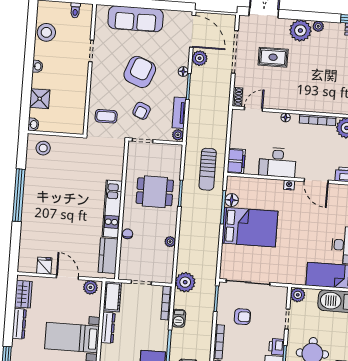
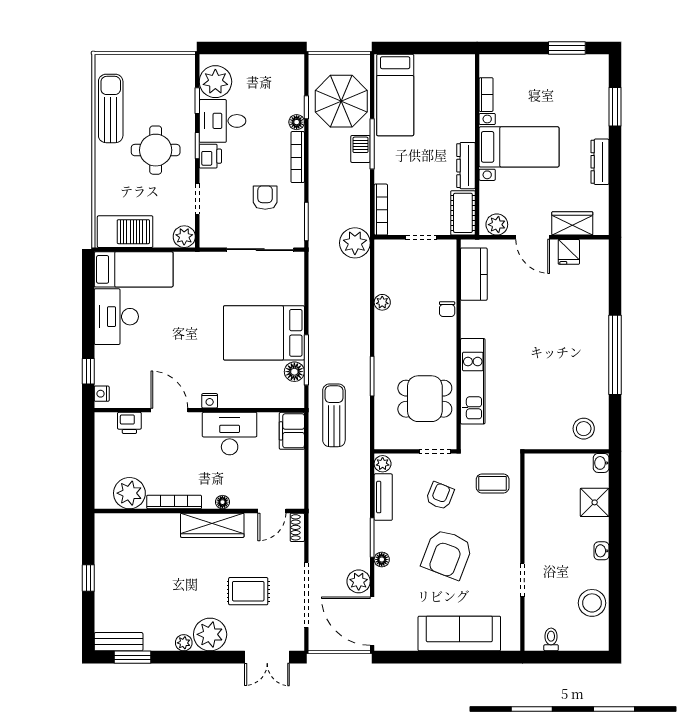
wardrobe: (294, 103) -> (212, 525), added
dining table: (155, 192) -> (425, 399), moved
kitchen unit: (112, 209) -> (473, 381), moved
wardrobe: (23, 294) -> (572, 223), moved, turned 90
armchair: (242, 317) -> (265, 198), turned 90
barbecue: (179, 318) -> (360, 149), moved

